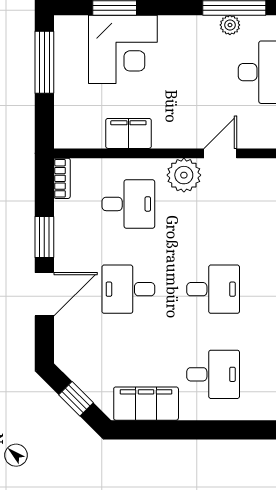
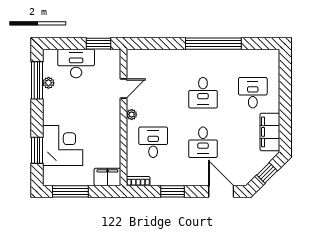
filing cabinet: (128, 133) -> (107, 177), moved, turned 90
door: (220, 153) -> (124, 88), swing flipped
plant: (184, 175) -> (132, 114), width x0.53, depth x0.53
desk: (213, 289) -> (203, 93), turned 180
door: (44, 294) -> (221, 191), moved

